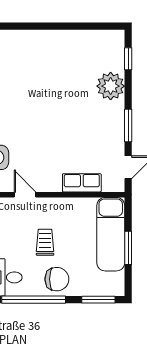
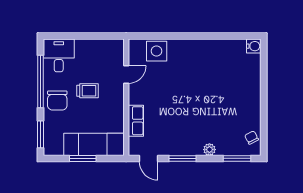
chair: (102, 41) -> (252, 138), added
window: (128, 59) -> (237, 158), width x1.50
plant: (111, 86) -> (209, 150), width x0.53, depth x0.53

